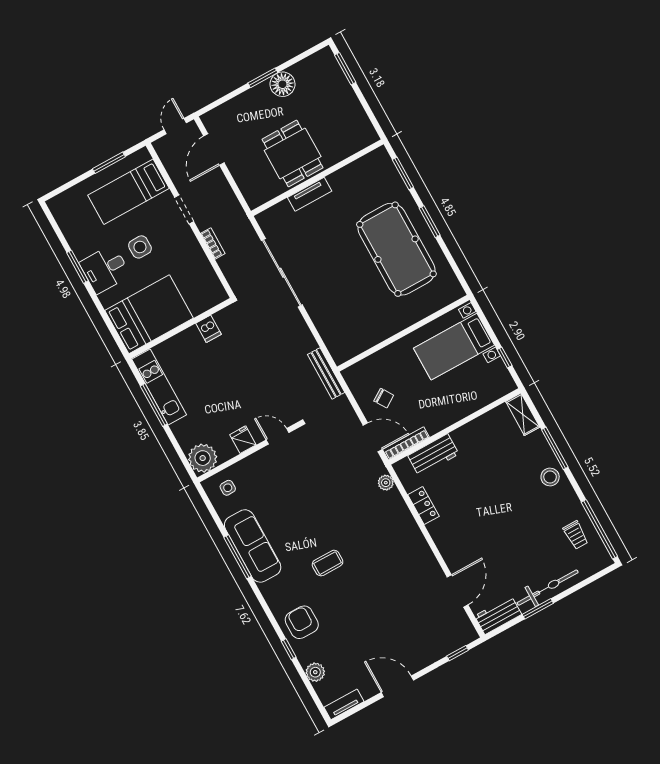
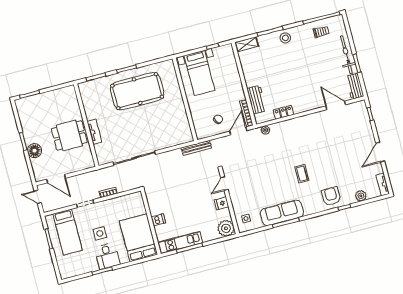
floor lamp: (282, 84) -> (35, 151), moved
dishwasher: (209, 329) -> (158, 220), moved
armchair: (302, 622) -> (331, 196), turned 90

